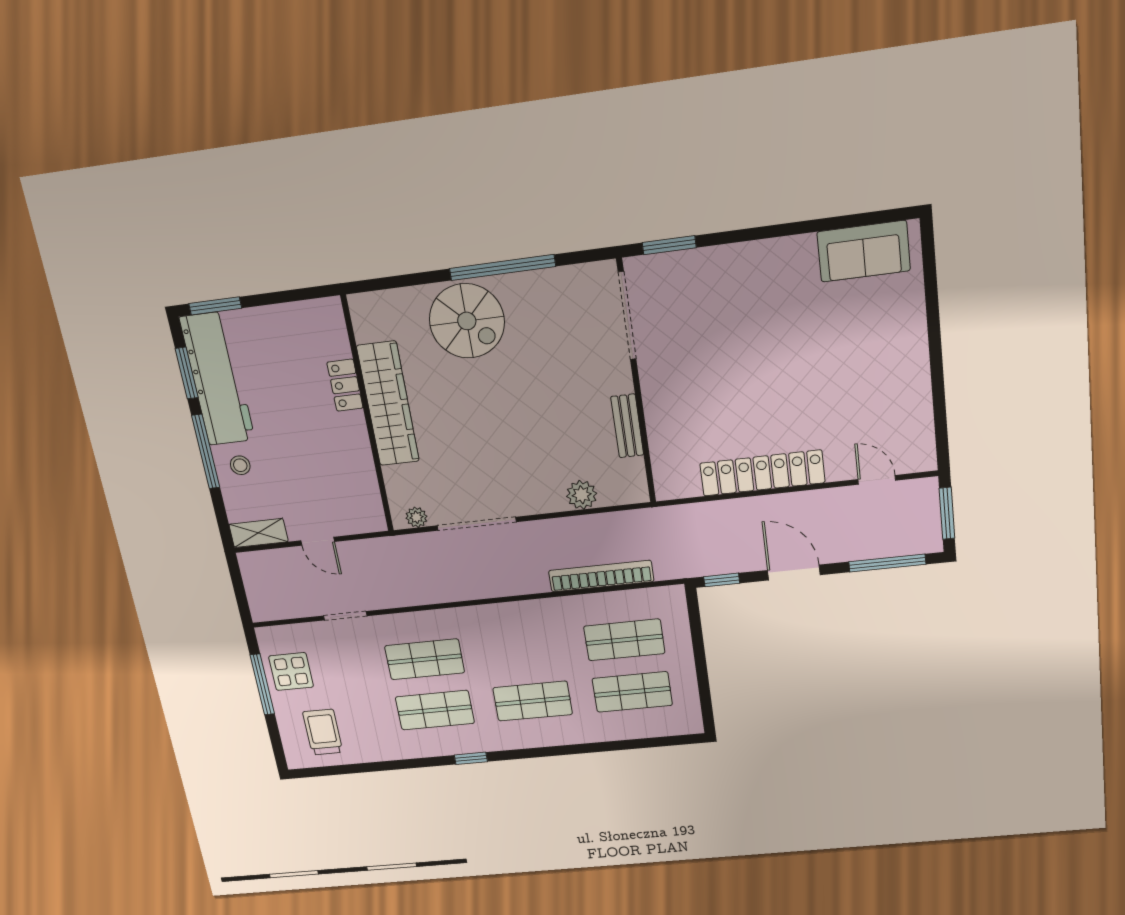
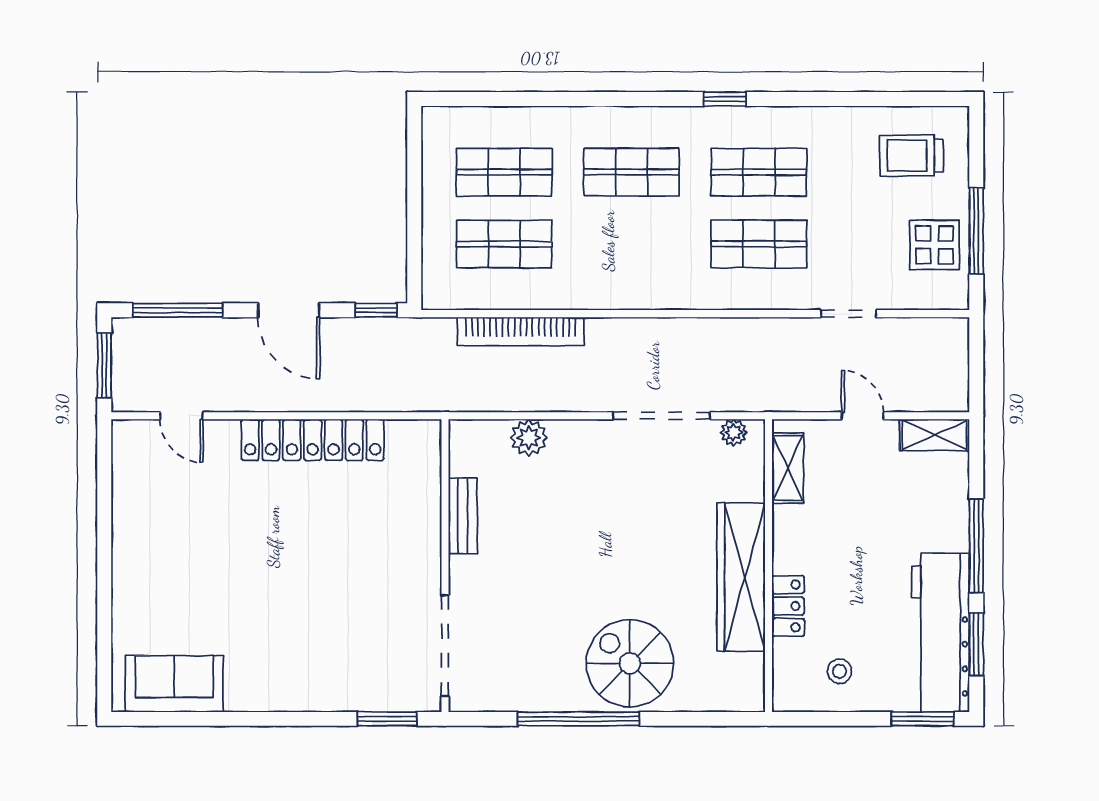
stool: (240, 465) -> (840, 671), moved
shelving: (368, 495) -> (788, 468), added
trolley: (323, 732) -> (912, 156), turned 90

